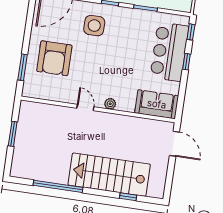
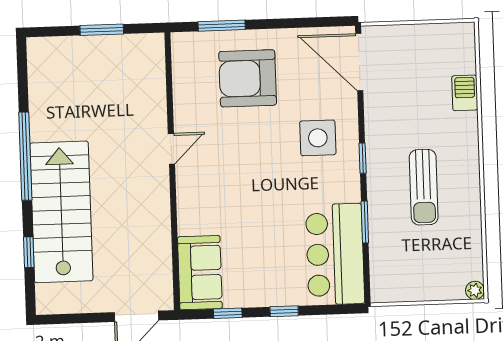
window: (191, 32) -> (228, 313), moved
bar counter: (169, 52) -> (335, 254), moved, turned -90
plant: (110, 104) -> (186, 191), removed
window: (58, 186) -> (25, 156), moved

